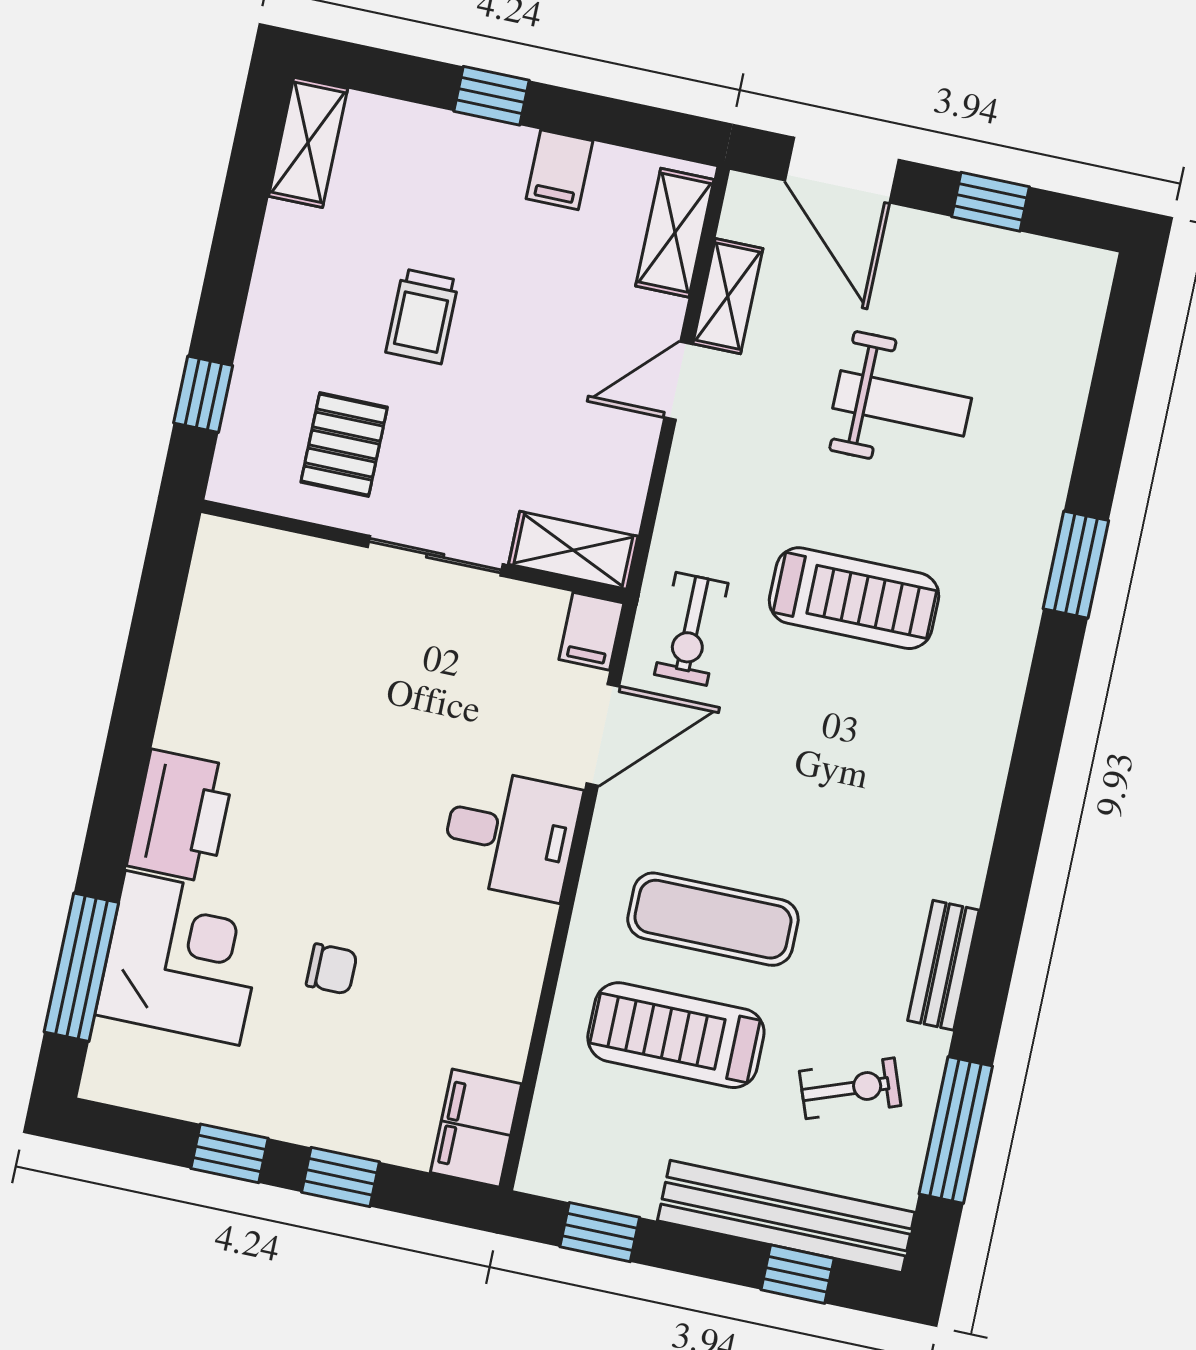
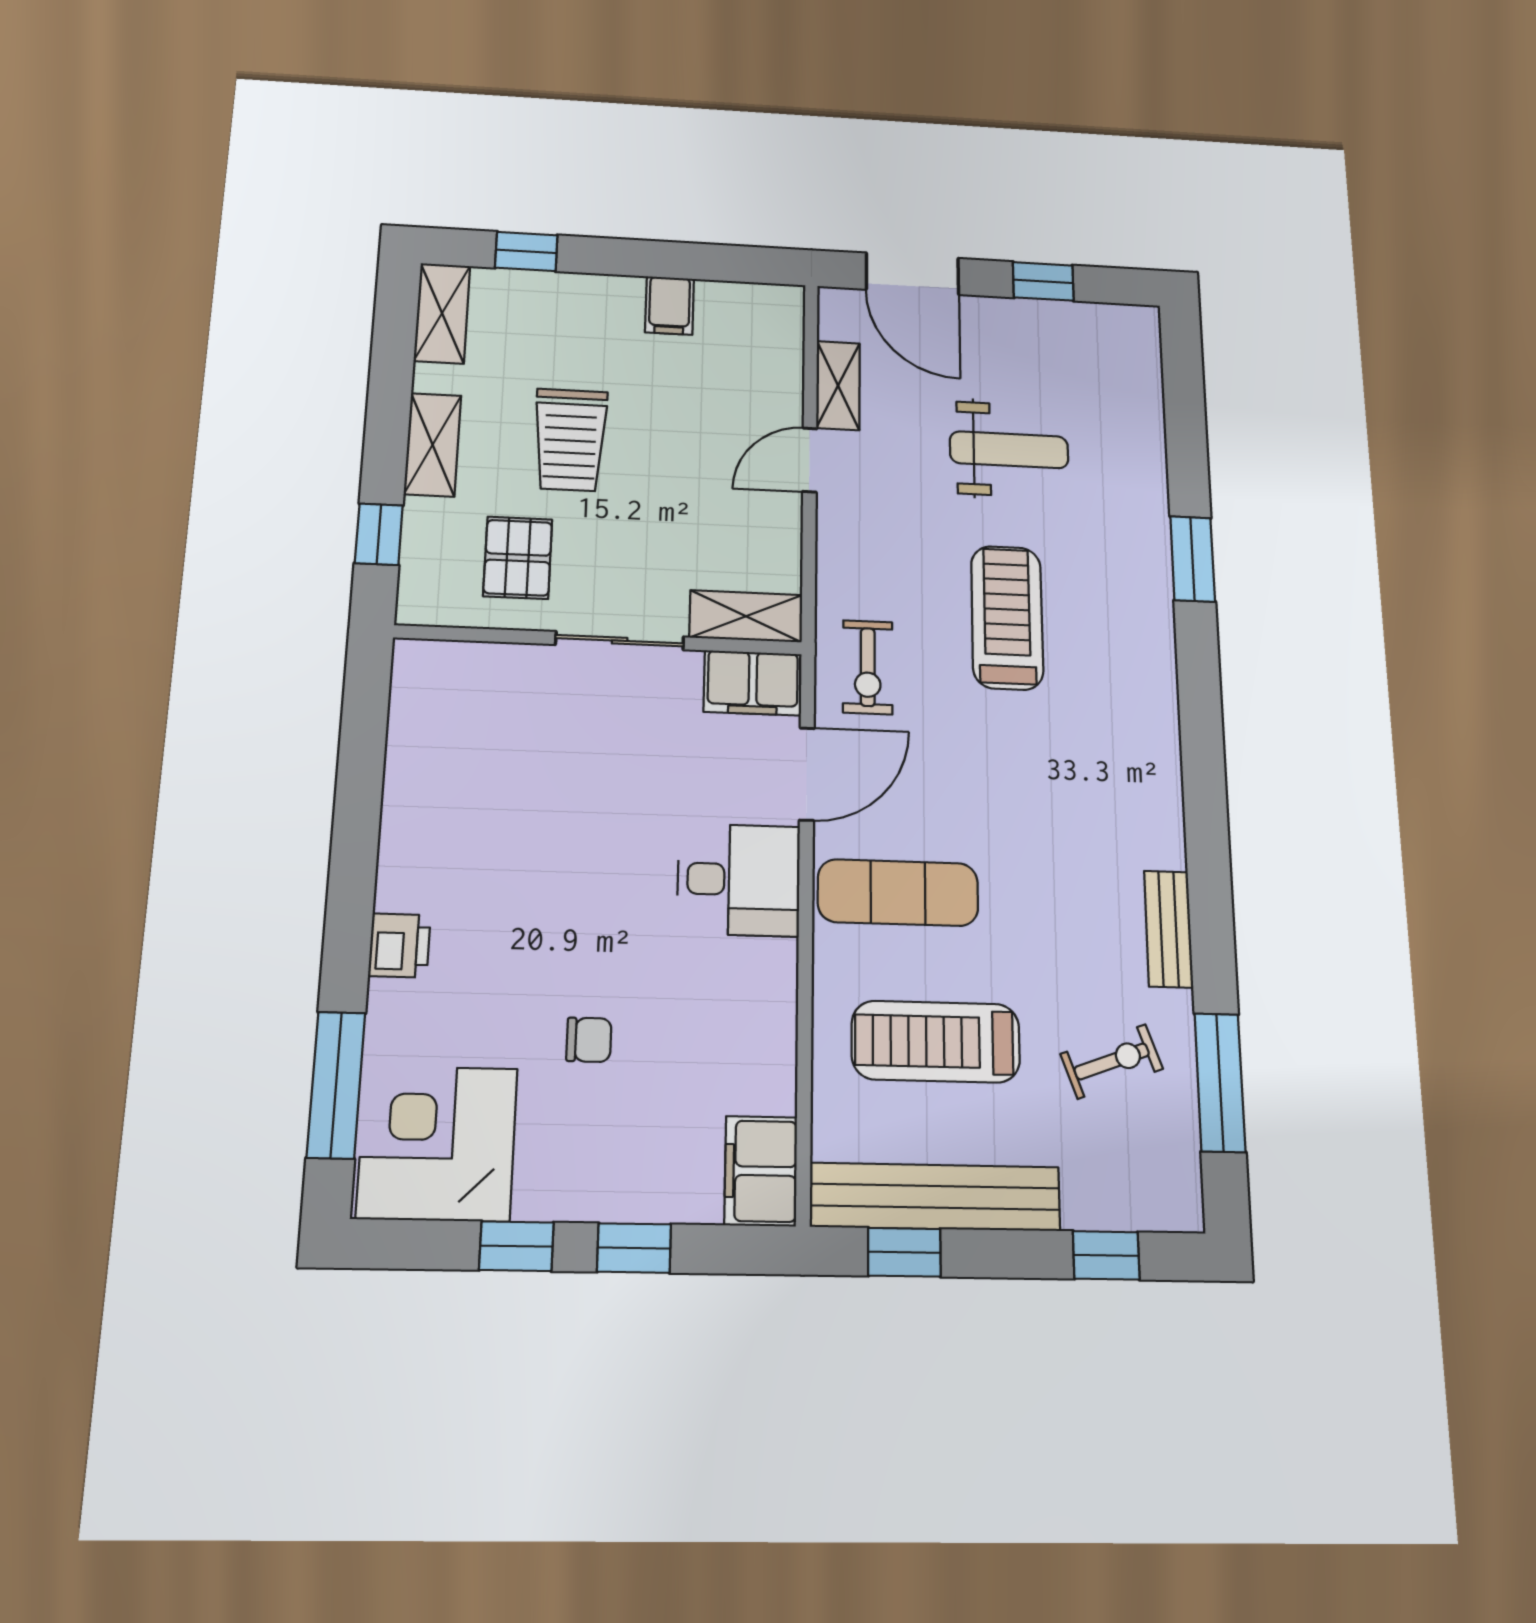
window: (492, 96) -> (526, 251), moved
shelving: (675, 233) -> (433, 445), moved
trolley: (422, 316) -> (570, 440), width x1.36, depth x1.39
treadmill: (854, 598) -> (1007, 617), turned -90
filing cabinet: (591, 631) -> (753, 683), width x2.00
printer: (181, 816) -> (399, 945), width x0.53, depth x0.68
exercise mat: (713, 919) -> (898, 893), moved
corner desk: (182, 958) -> (437, 1143), moved, turned -90
bench: (786, 1217) -> (935, 1197), moved

